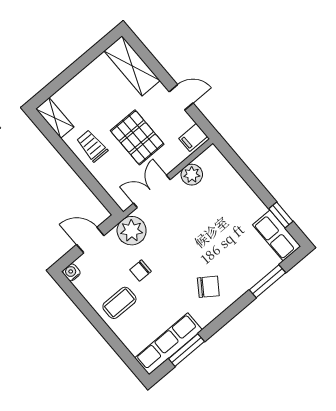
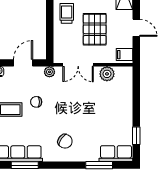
double door: (152, 191) -> (78, 65), swing flipped
plant: (132, 231) -> (49, 72), width x0.53, depth x0.53
row of seats: (277, 236) -> (116, 154), moved, turned 90
door: (90, 240) -> (23, 63), hinge flipped

